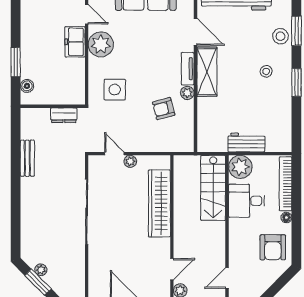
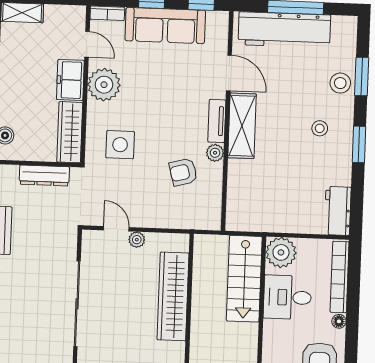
wardrobe: (76, 82) -> (70, 132), added
dresser: (64, 115) -> (44, 175), width x1.44
workbench: (246, 142) -> (338, 211), moved, turned -90

